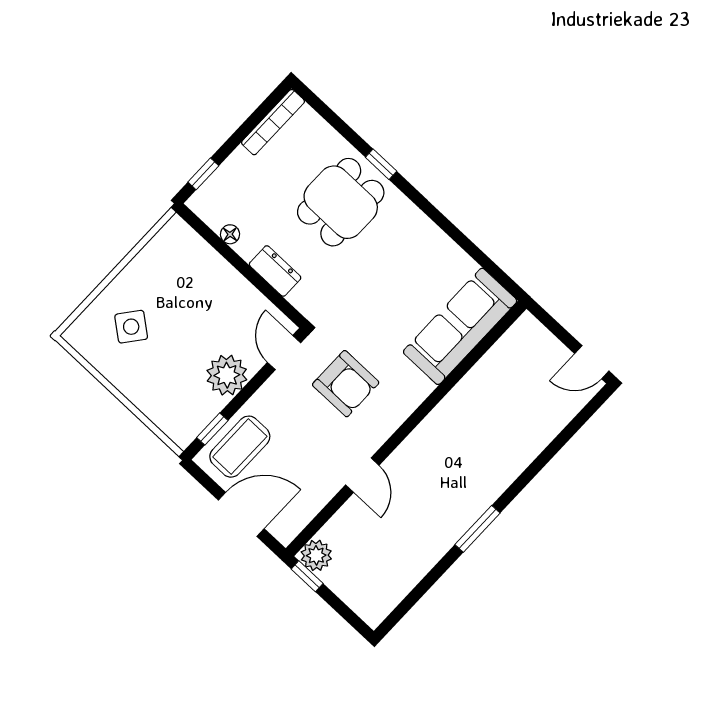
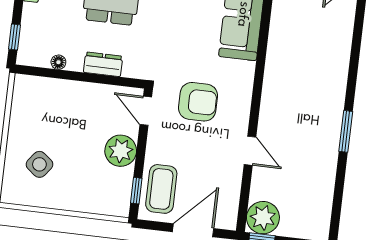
plant: (316, 555) -> (263, 218), width x1.36, depth x1.36

